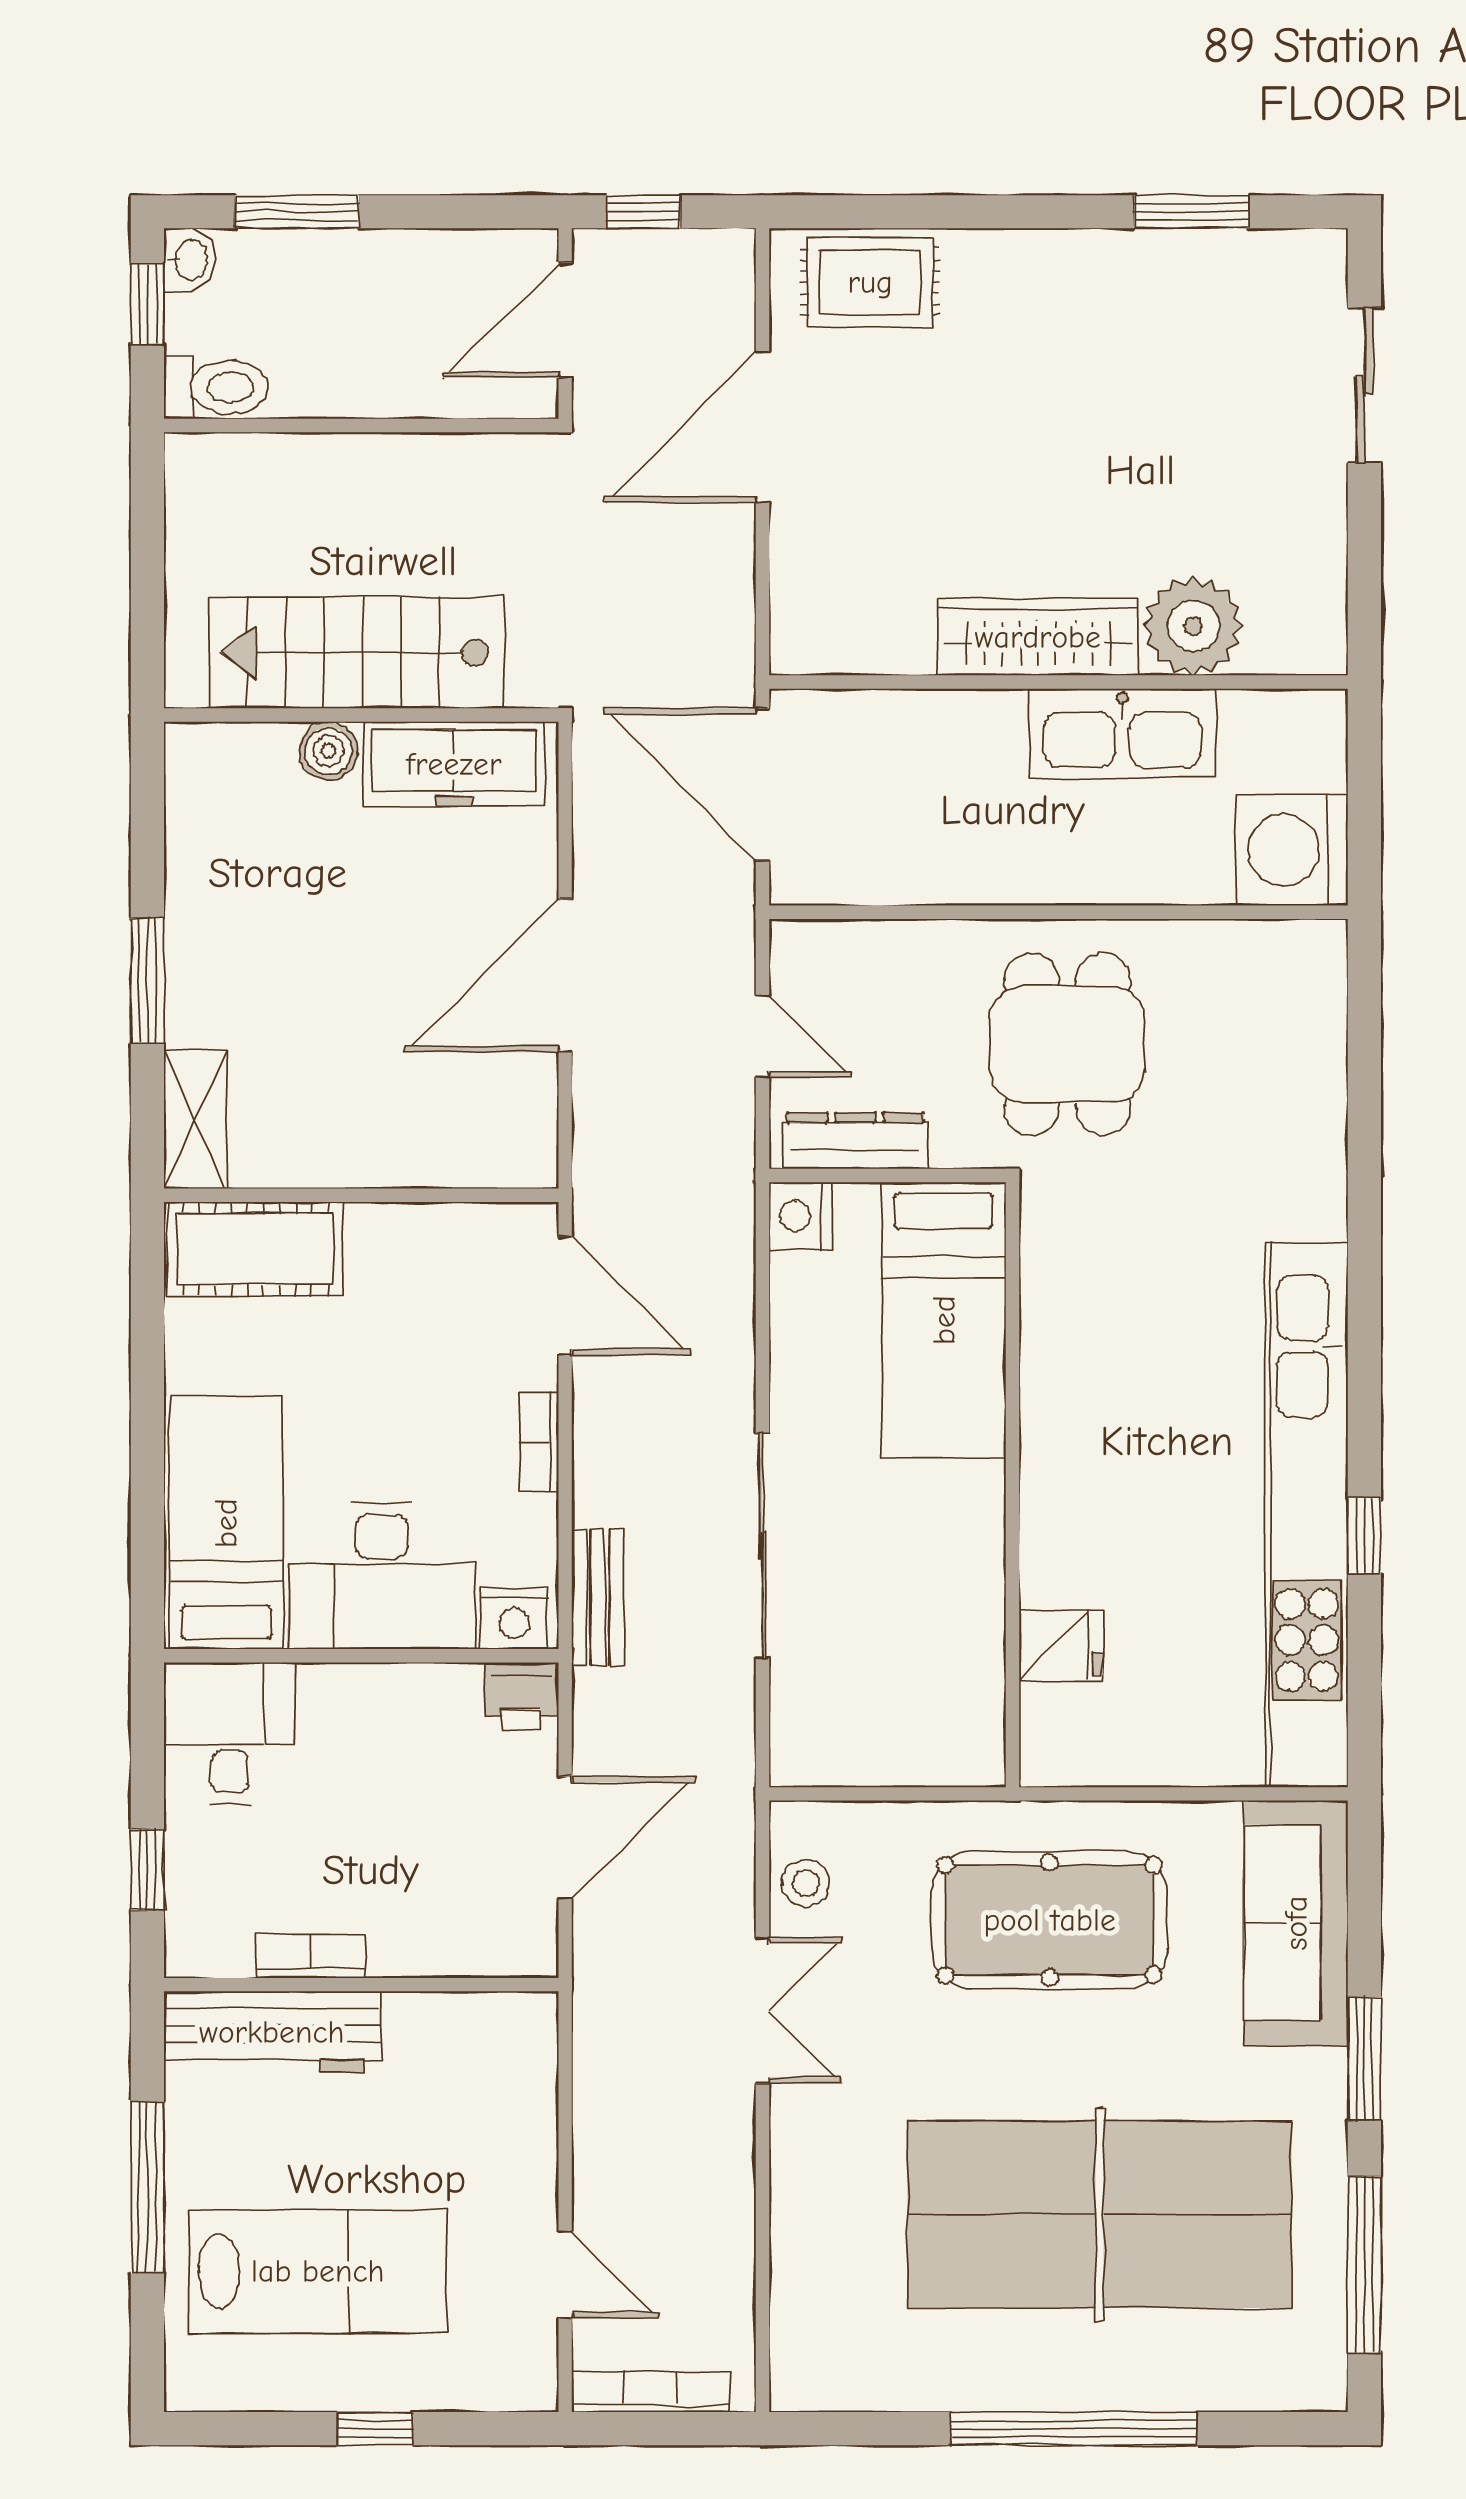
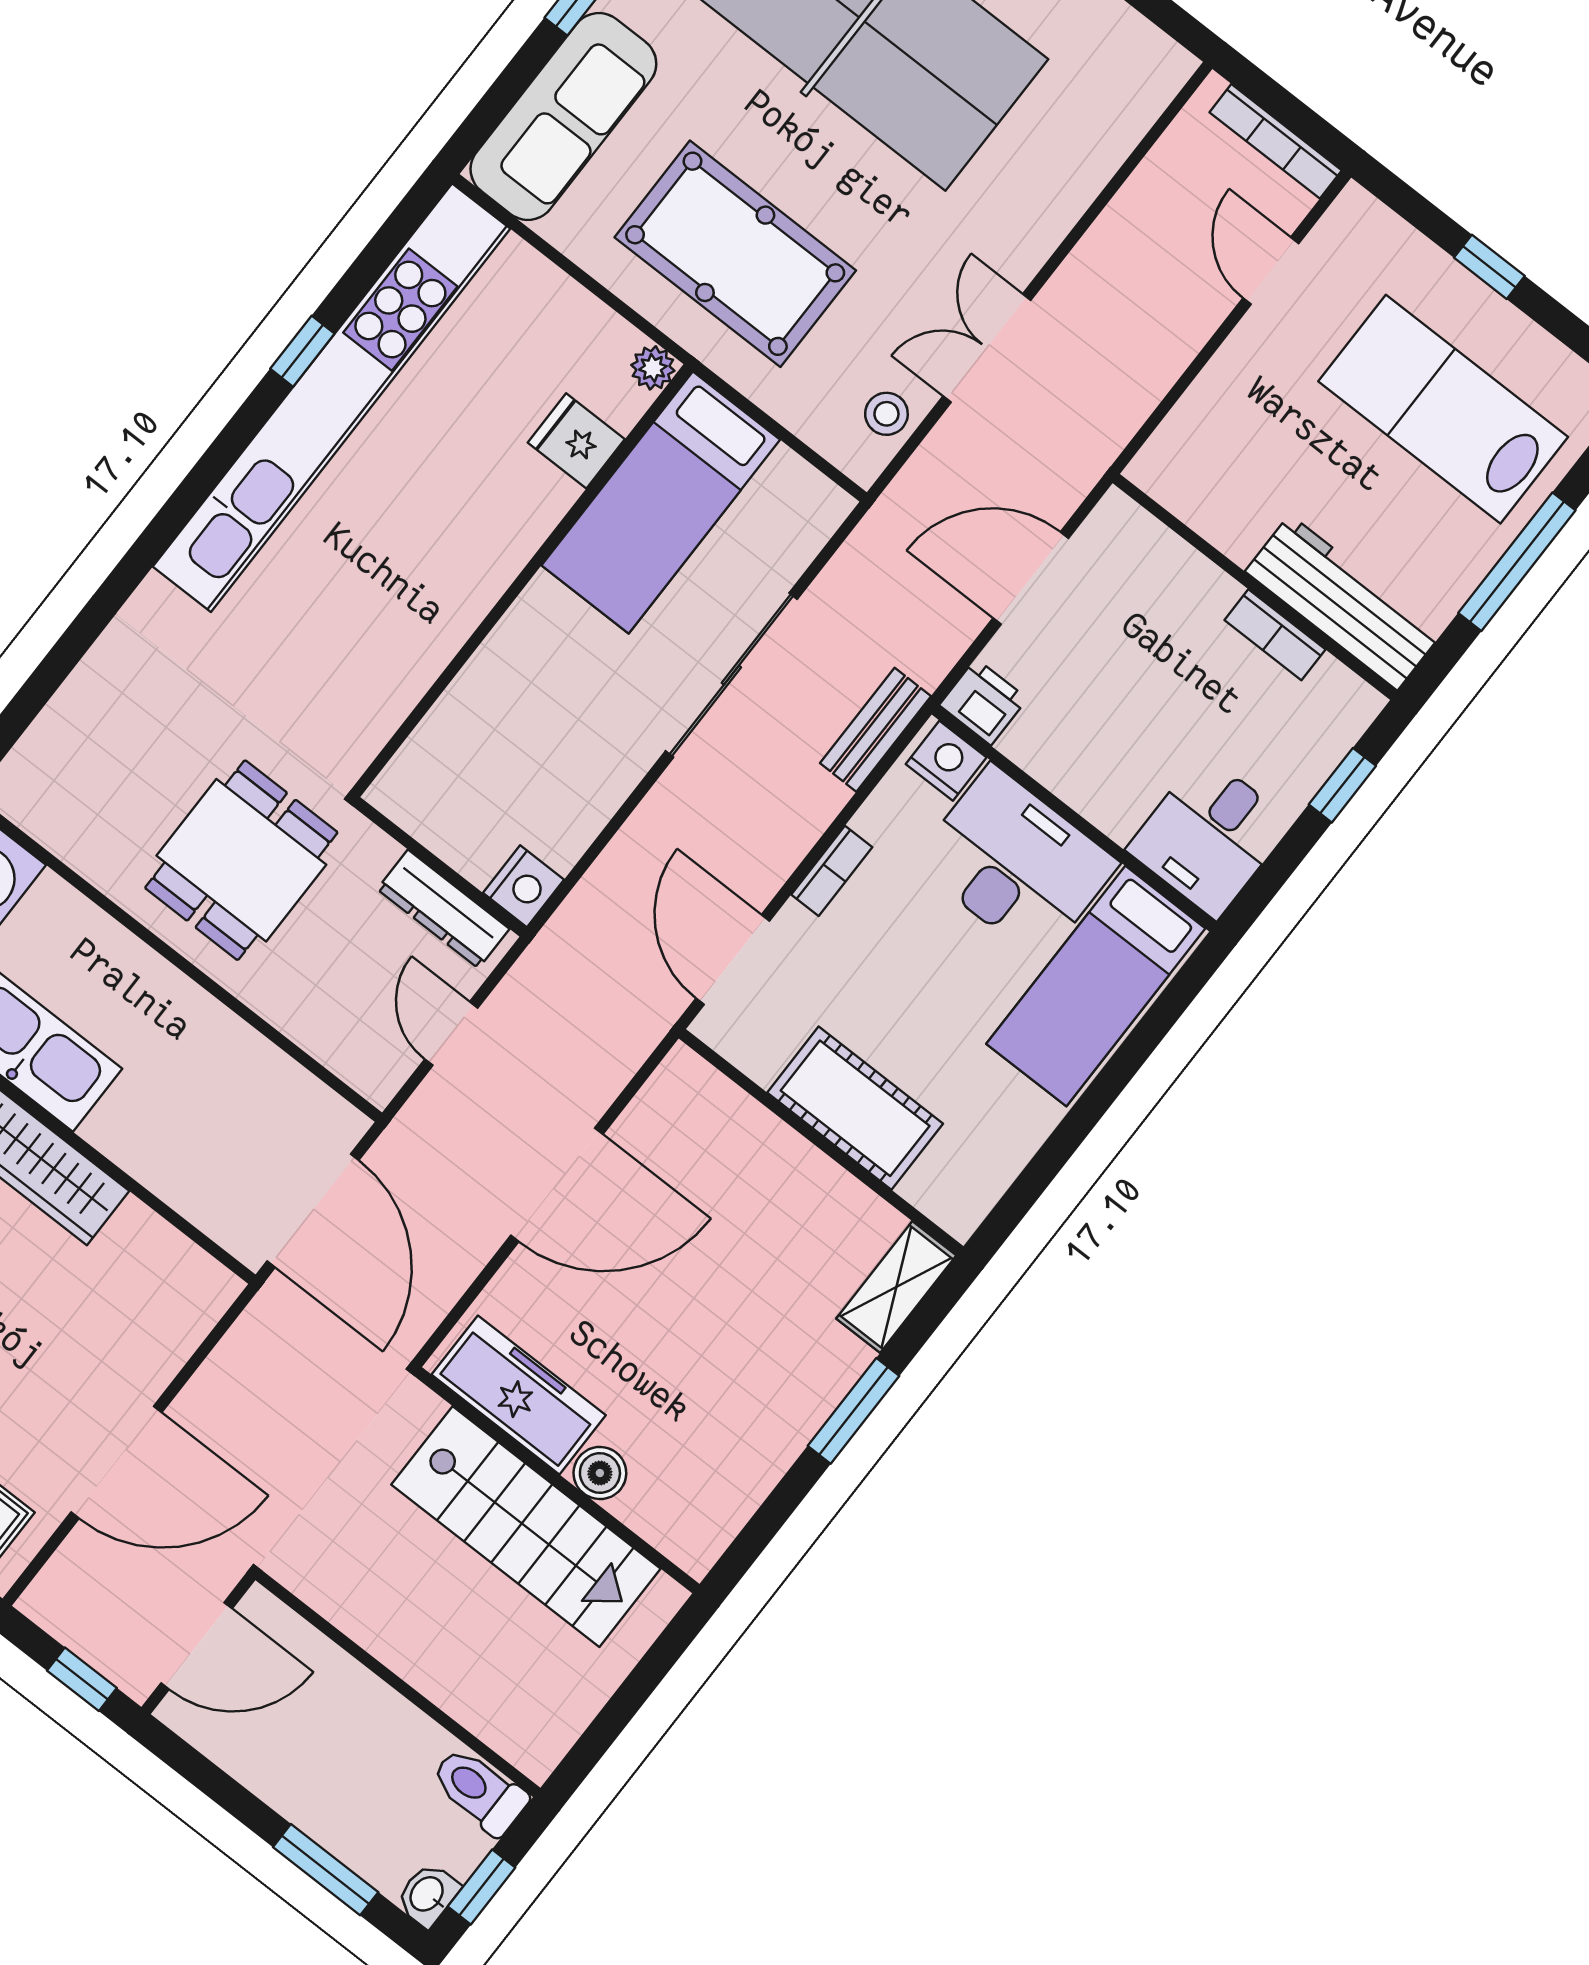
cot: (256, 1249) -> (855, 1108), moved
bed: (944, 1320) -> (661, 502), moved, turned 180
plant: (1044, 1763) -> (653, 368), added

